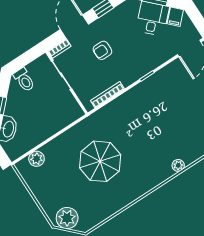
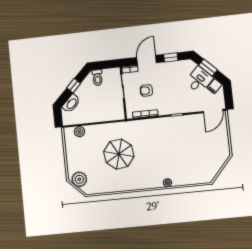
armchair: (102, 50) -> (146, 90), moved

